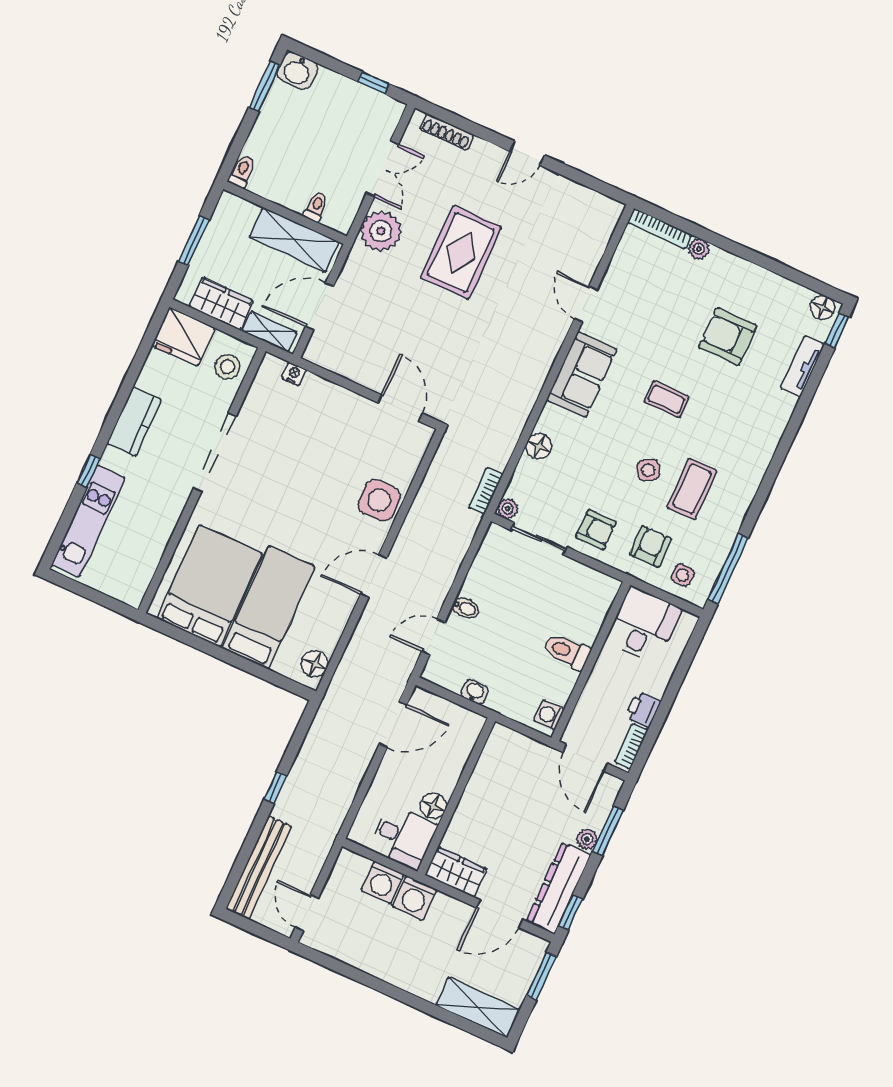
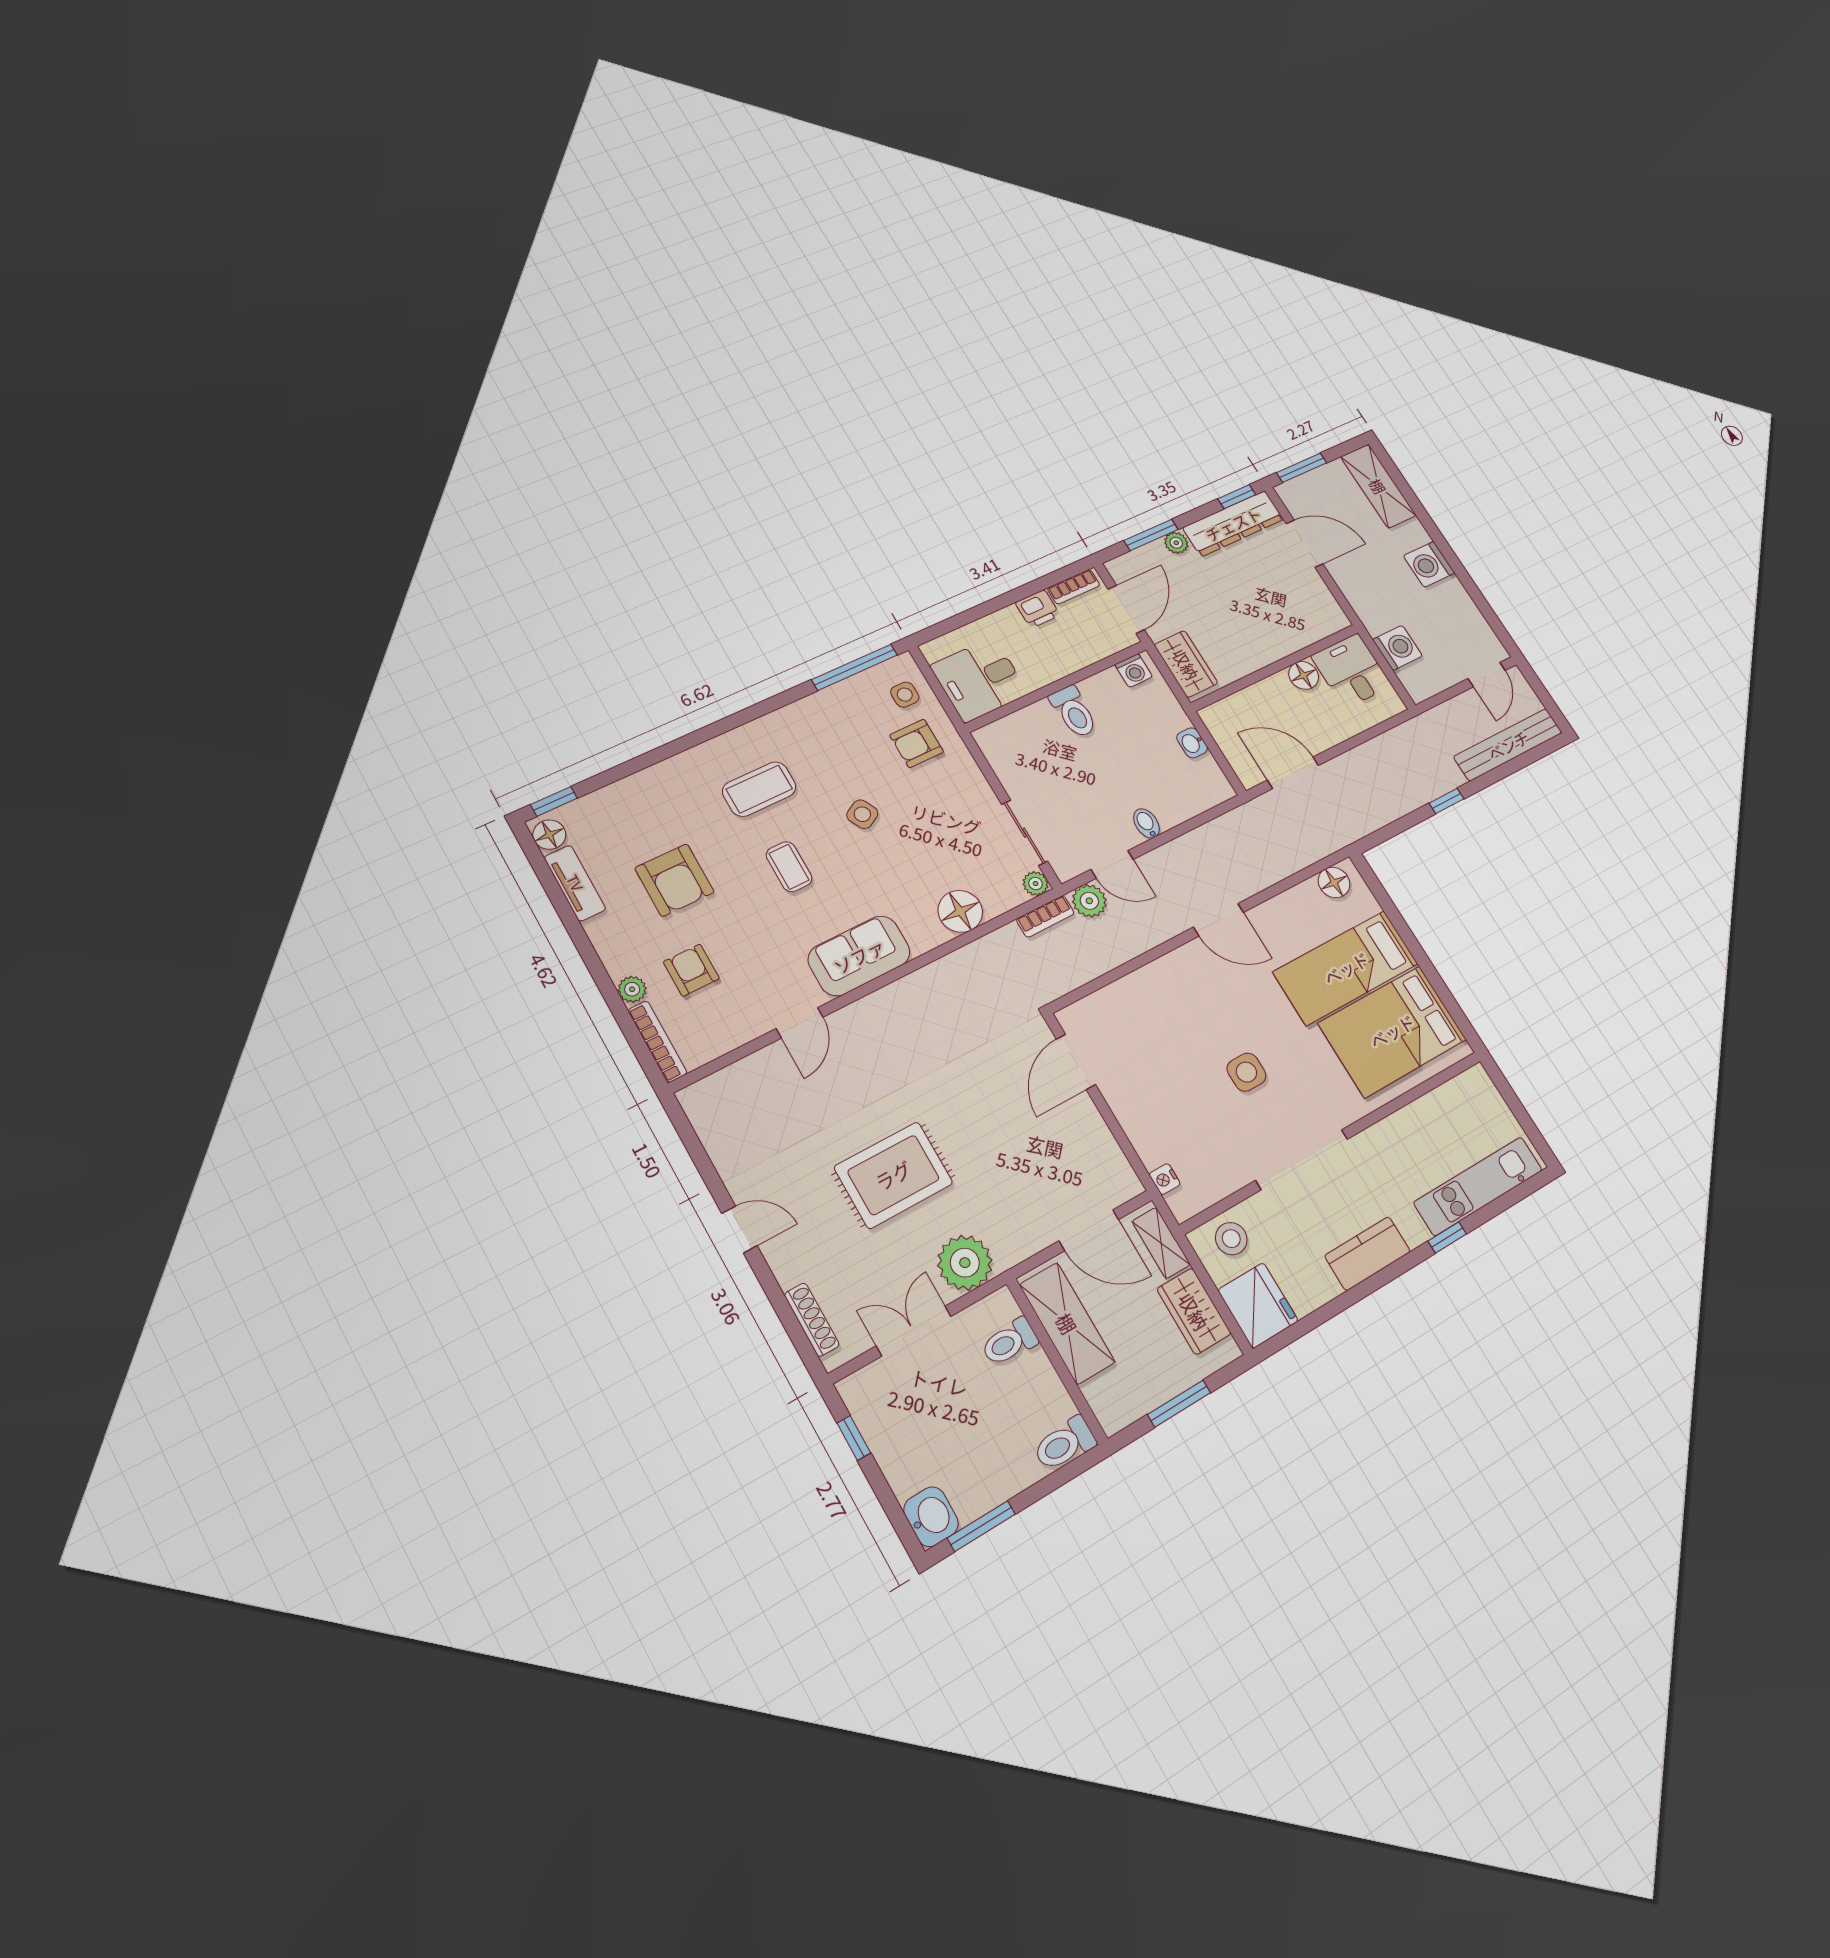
toilet: (242, 171) -> (1065, 1444), width x1.37, depth x1.39
toilet: (316, 207) -> (1009, 1342), width x1.37, depth x1.39
tv unit: (802, 366) -> (575, 883), moved, turned -90
floor lamp: (539, 446) -> (960, 911), width x1.38, depth x1.38
coffee table: (692, 489) -> (759, 789), moved
side table: (379, 500) -> (1246, 1072), moved, width x0.73, depth x0.73
plant: (465, 524) -> (1089, 901), added
armchair: (596, 530) -> (691, 970), moved
door: (433, 637) -> (1112, 864), moved
wardrobe: (456, 872) -> (1186, 664), moved, turned 180
washing machine: (415, 898) -> (1429, 564), moved, turned 180

